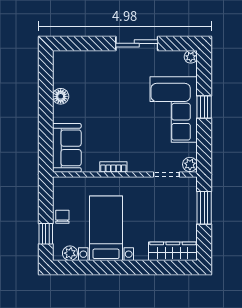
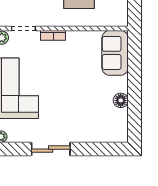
bookcase: (113, 167) -> (53, 35), moved

